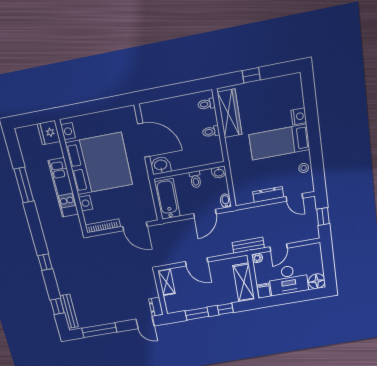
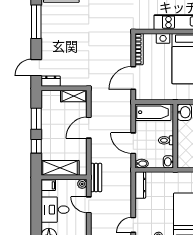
dresser: (268, 195) -> (140, 185), moved
desk: (288, 280) -> (55, 210), width x0.73

